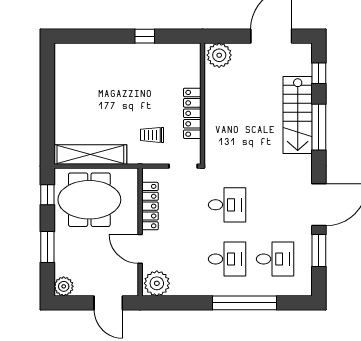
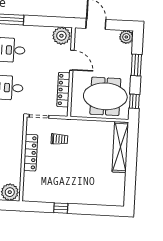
shelving: (90, 155) -> (120, 147), moved, turned 90

